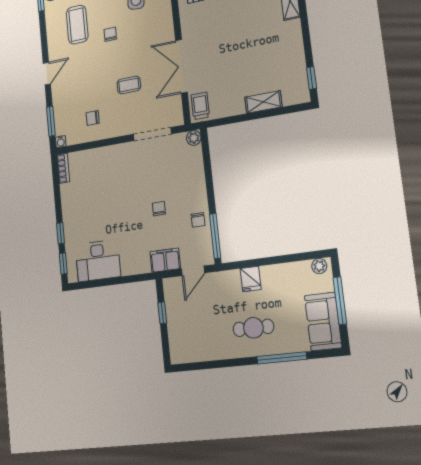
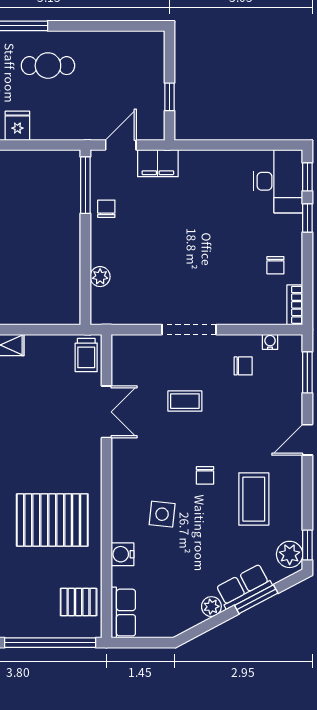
double door: (182, 66) -> (106, 412), width x0.73
doorway: (152, 134) -> (189, 330), moved
plant: (194, 138) -> (100, 277), moved
water cooler: (61, 142) -> (270, 342), moved
chair: (159, 209) -> (275, 265), moved
desk: (98, 261) -> (278, 181), moved, turned 90
fridge: (251, 279) -> (17, 126), moved

